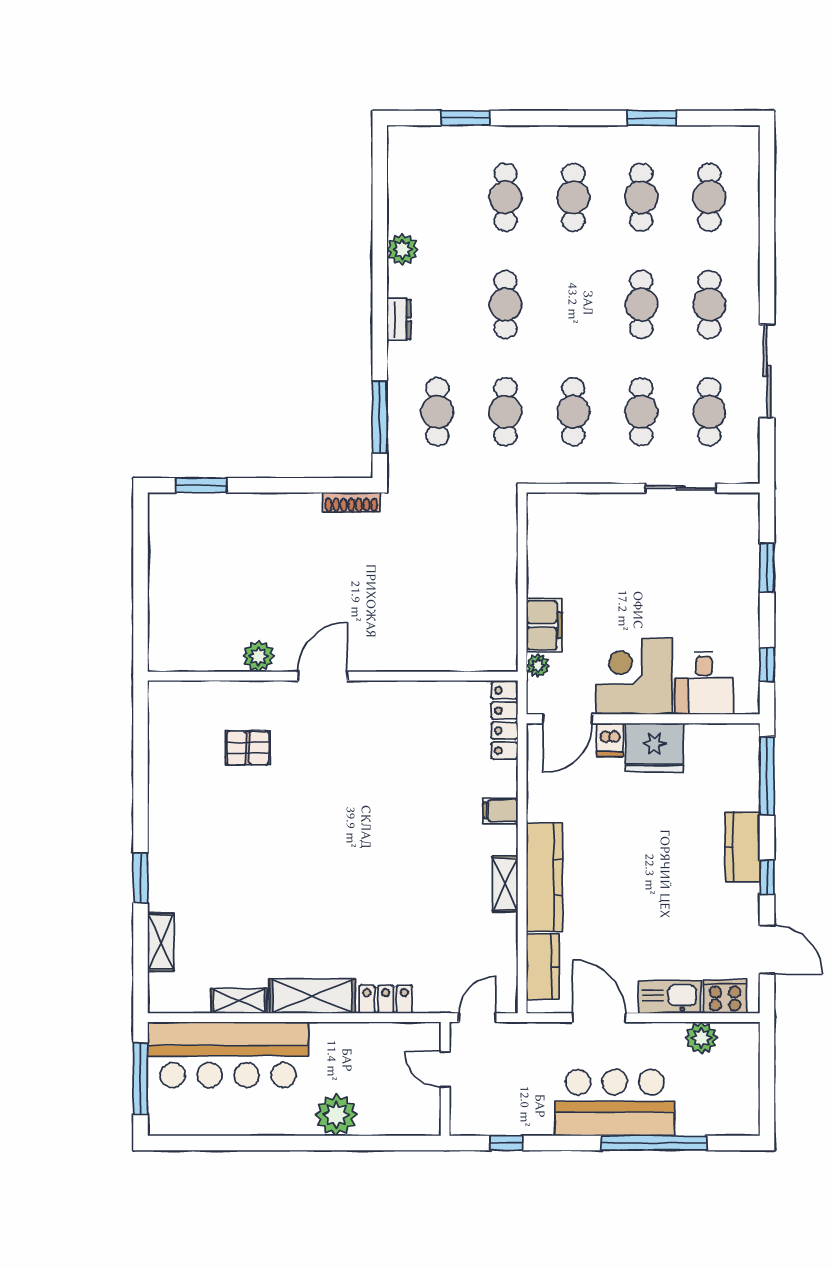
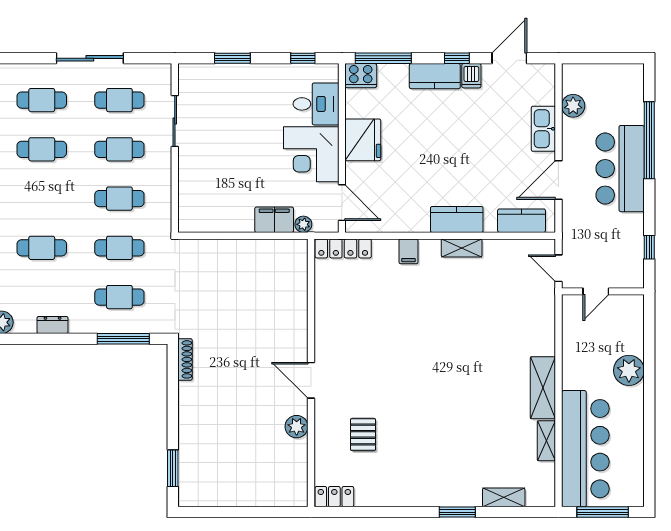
dishwasher: (610, 740) -> (471, 76), moved, turned 90
kitchen counter: (544, 877) -> (457, 219), width x0.67
cooker: (725, 997) -> (361, 76), moved, turned -90
locker: (386, 999) -> (334, 497), moved, turned 90

